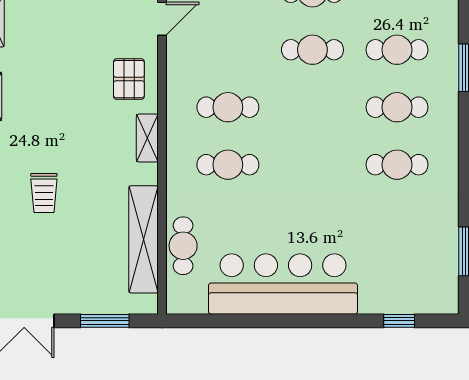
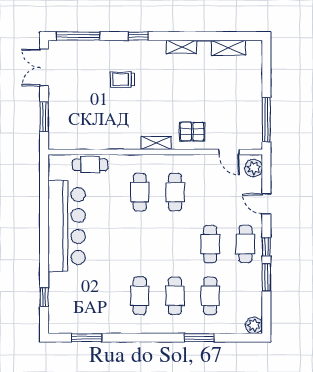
shelving: (144, 239) -> (94, 141), removed

